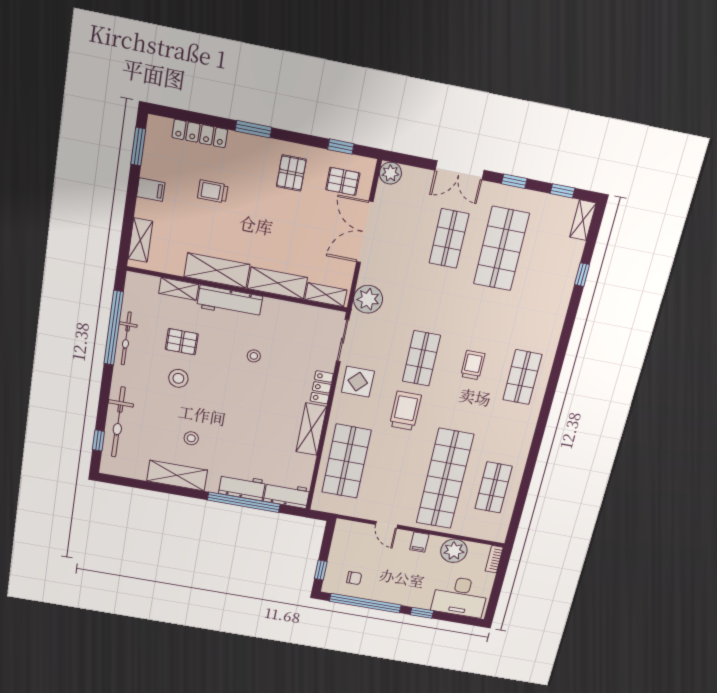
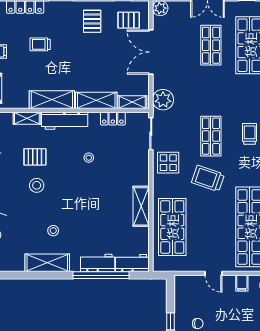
locker: (322, 387) -> (113, 119), moved, turned -90
trolley: (405, 411) -> (208, 178), turned -71

